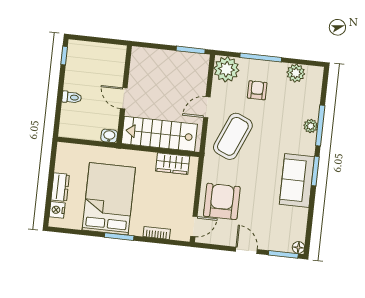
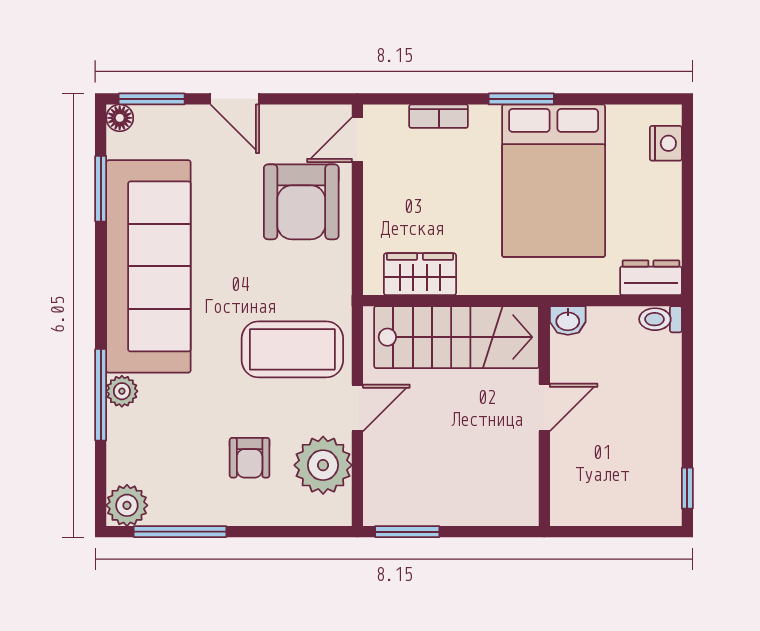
window: (261, 58) -> (180, 532), moved
plant: (226, 69) -> (323, 465), moved
plant: (296, 73) -> (127, 505), moved
toilet: (72, 97) -> (660, 319), moved
door: (124, 98) -> (544, 407), hinge flipped
coffee table: (233, 136) -> (292, 349), turned 67
window: (315, 171) -> (101, 189), moved
sofa: (297, 181) -> (148, 266), width x1.85, depth x1.27
dresser: (60, 187) -> (651, 278), moved, turned 90

